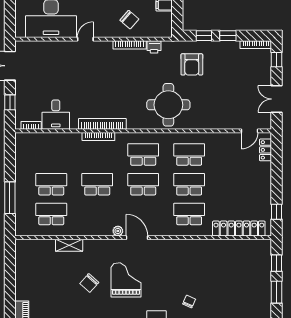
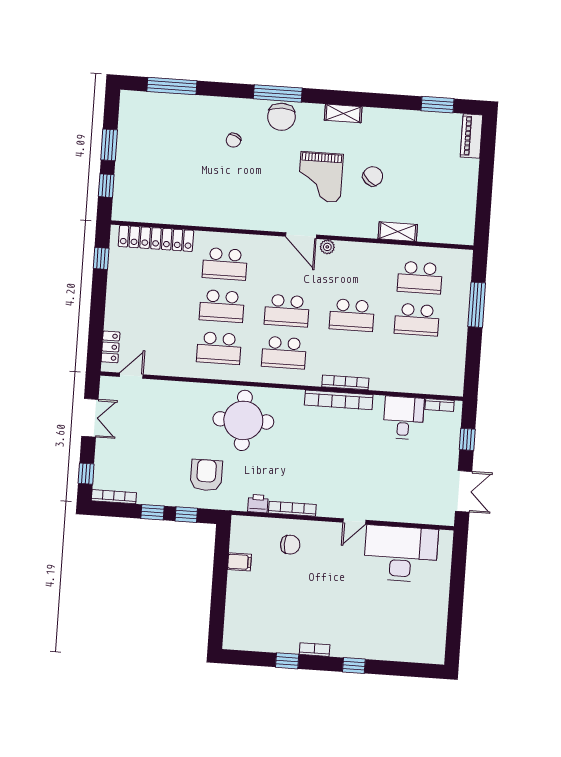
chair: (129, 20) -> (290, 545), turned 139

